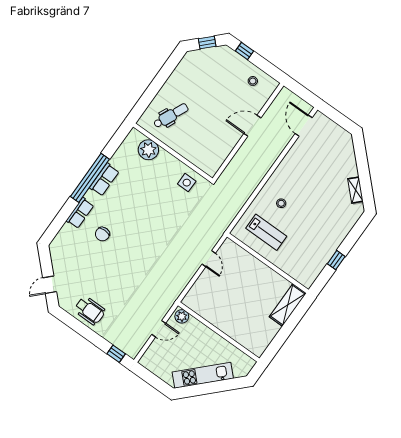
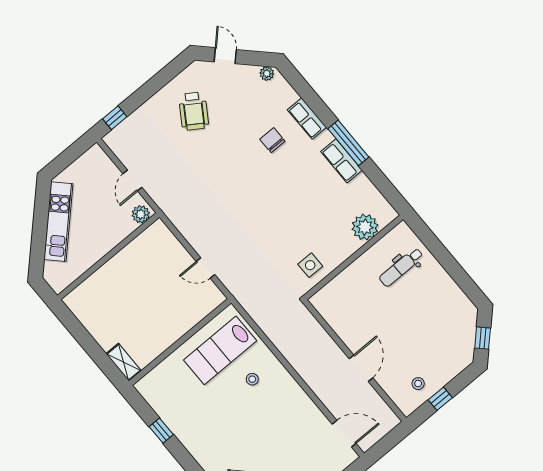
window: (245, 51) -> (440, 399), moved
dental chair: (171, 116) -> (401, 267), turned 66
window: (90, 178) -> (348, 143), width x0.68
lab bench: (266, 232) -> (220, 350), width x1.36, depth x1.39
plant: (55, 251) -> (267, 73), added
shelving: (288, 305) -> (124, 362), width x0.67, depth x0.75
wheelchair: (90, 310) -> (194, 111), moved, turned -57

